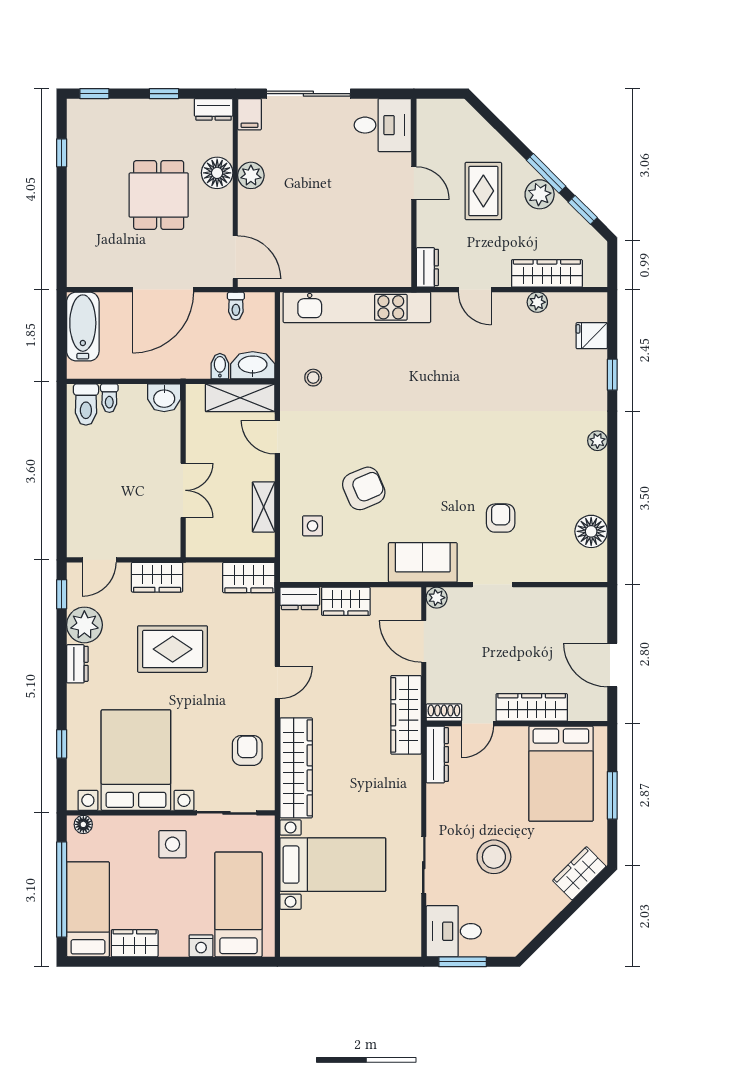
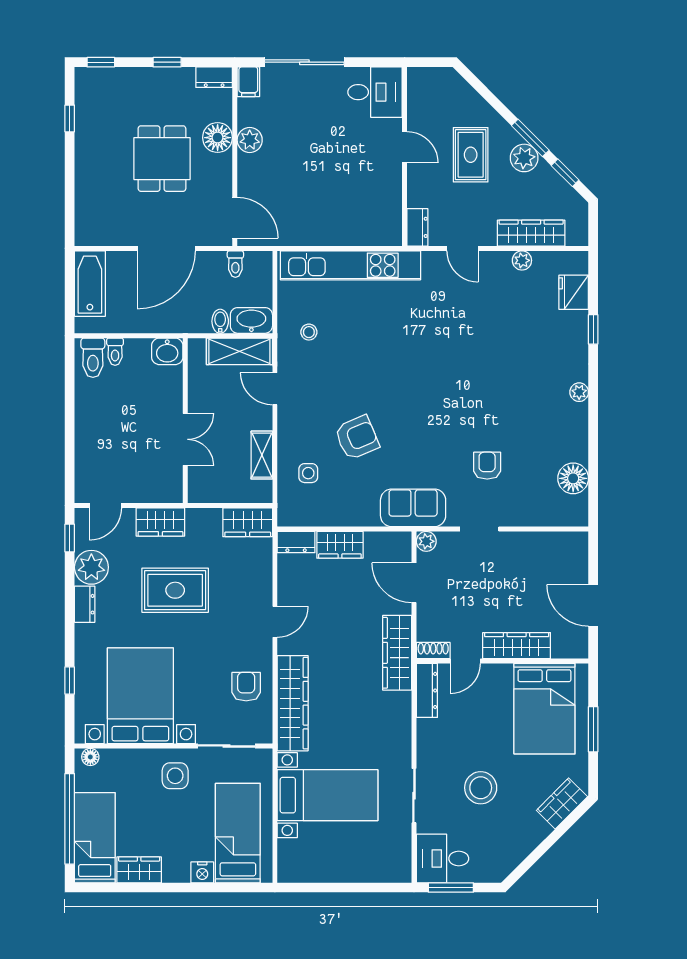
fridge: (592, 336) -> (574, 292), width x1.38

